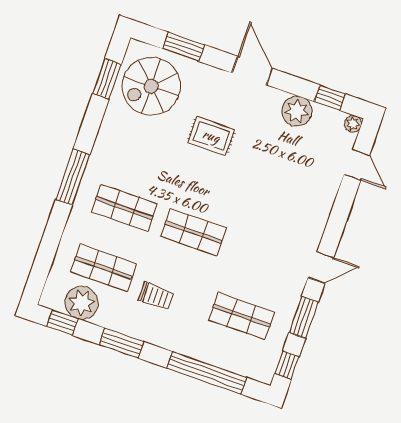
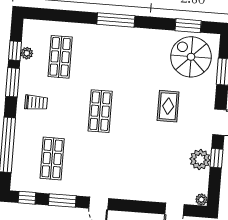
window: (330, 98) -> (217, 158), moved
shop shelf: (124, 208) -> (104, 60), removed
trolley: (156, 296) -> (36, 103), moved, turned -90
plant: (82, 303) -> (27, 53), width x0.53, depth x0.53
window: (62, 323) -> (15, 51), moved

